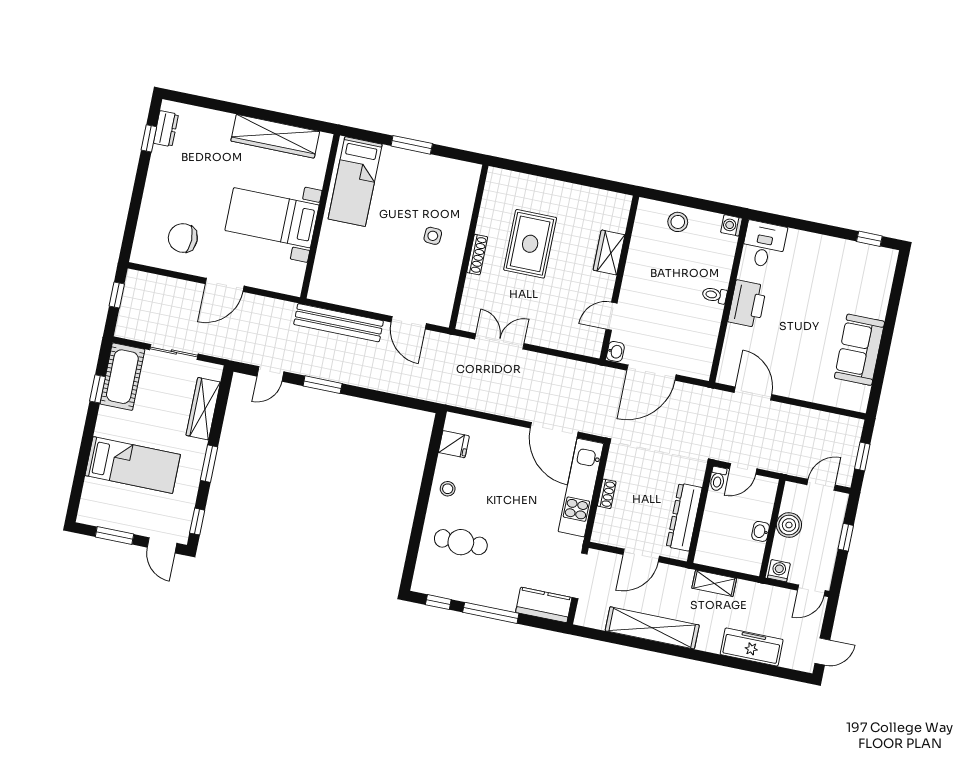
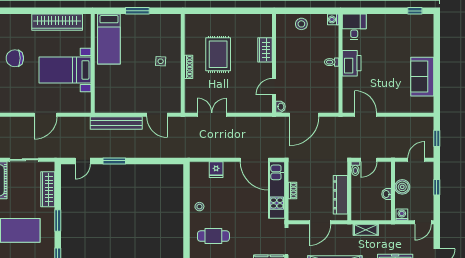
chair: (183, 238) -> (15, 58), moved
fridge: (454, 444) -> (216, 170), moved, turned 90

